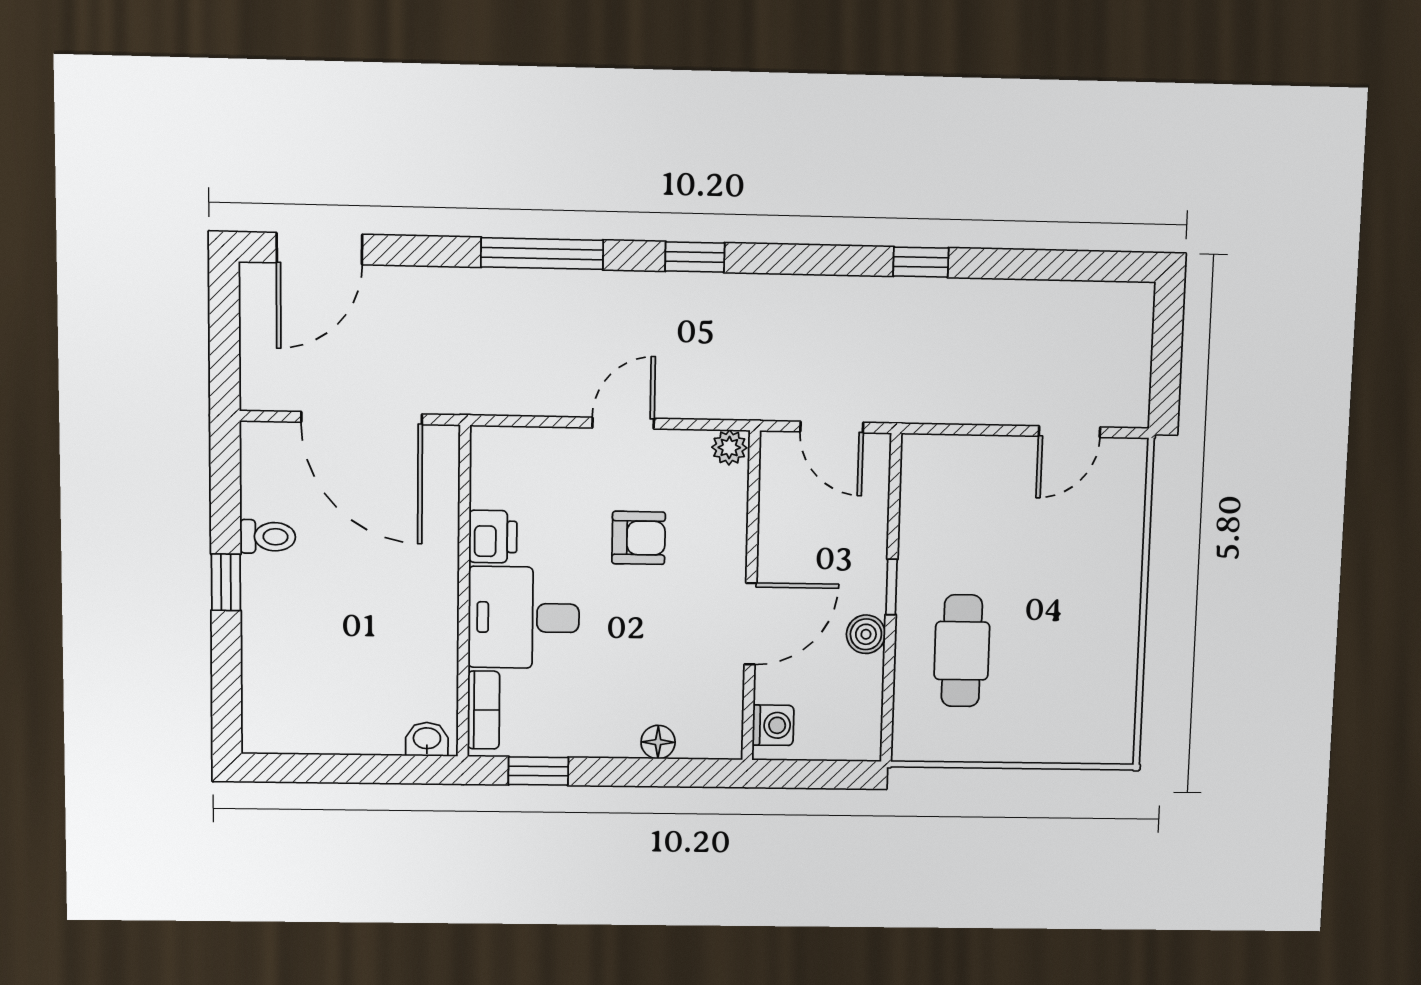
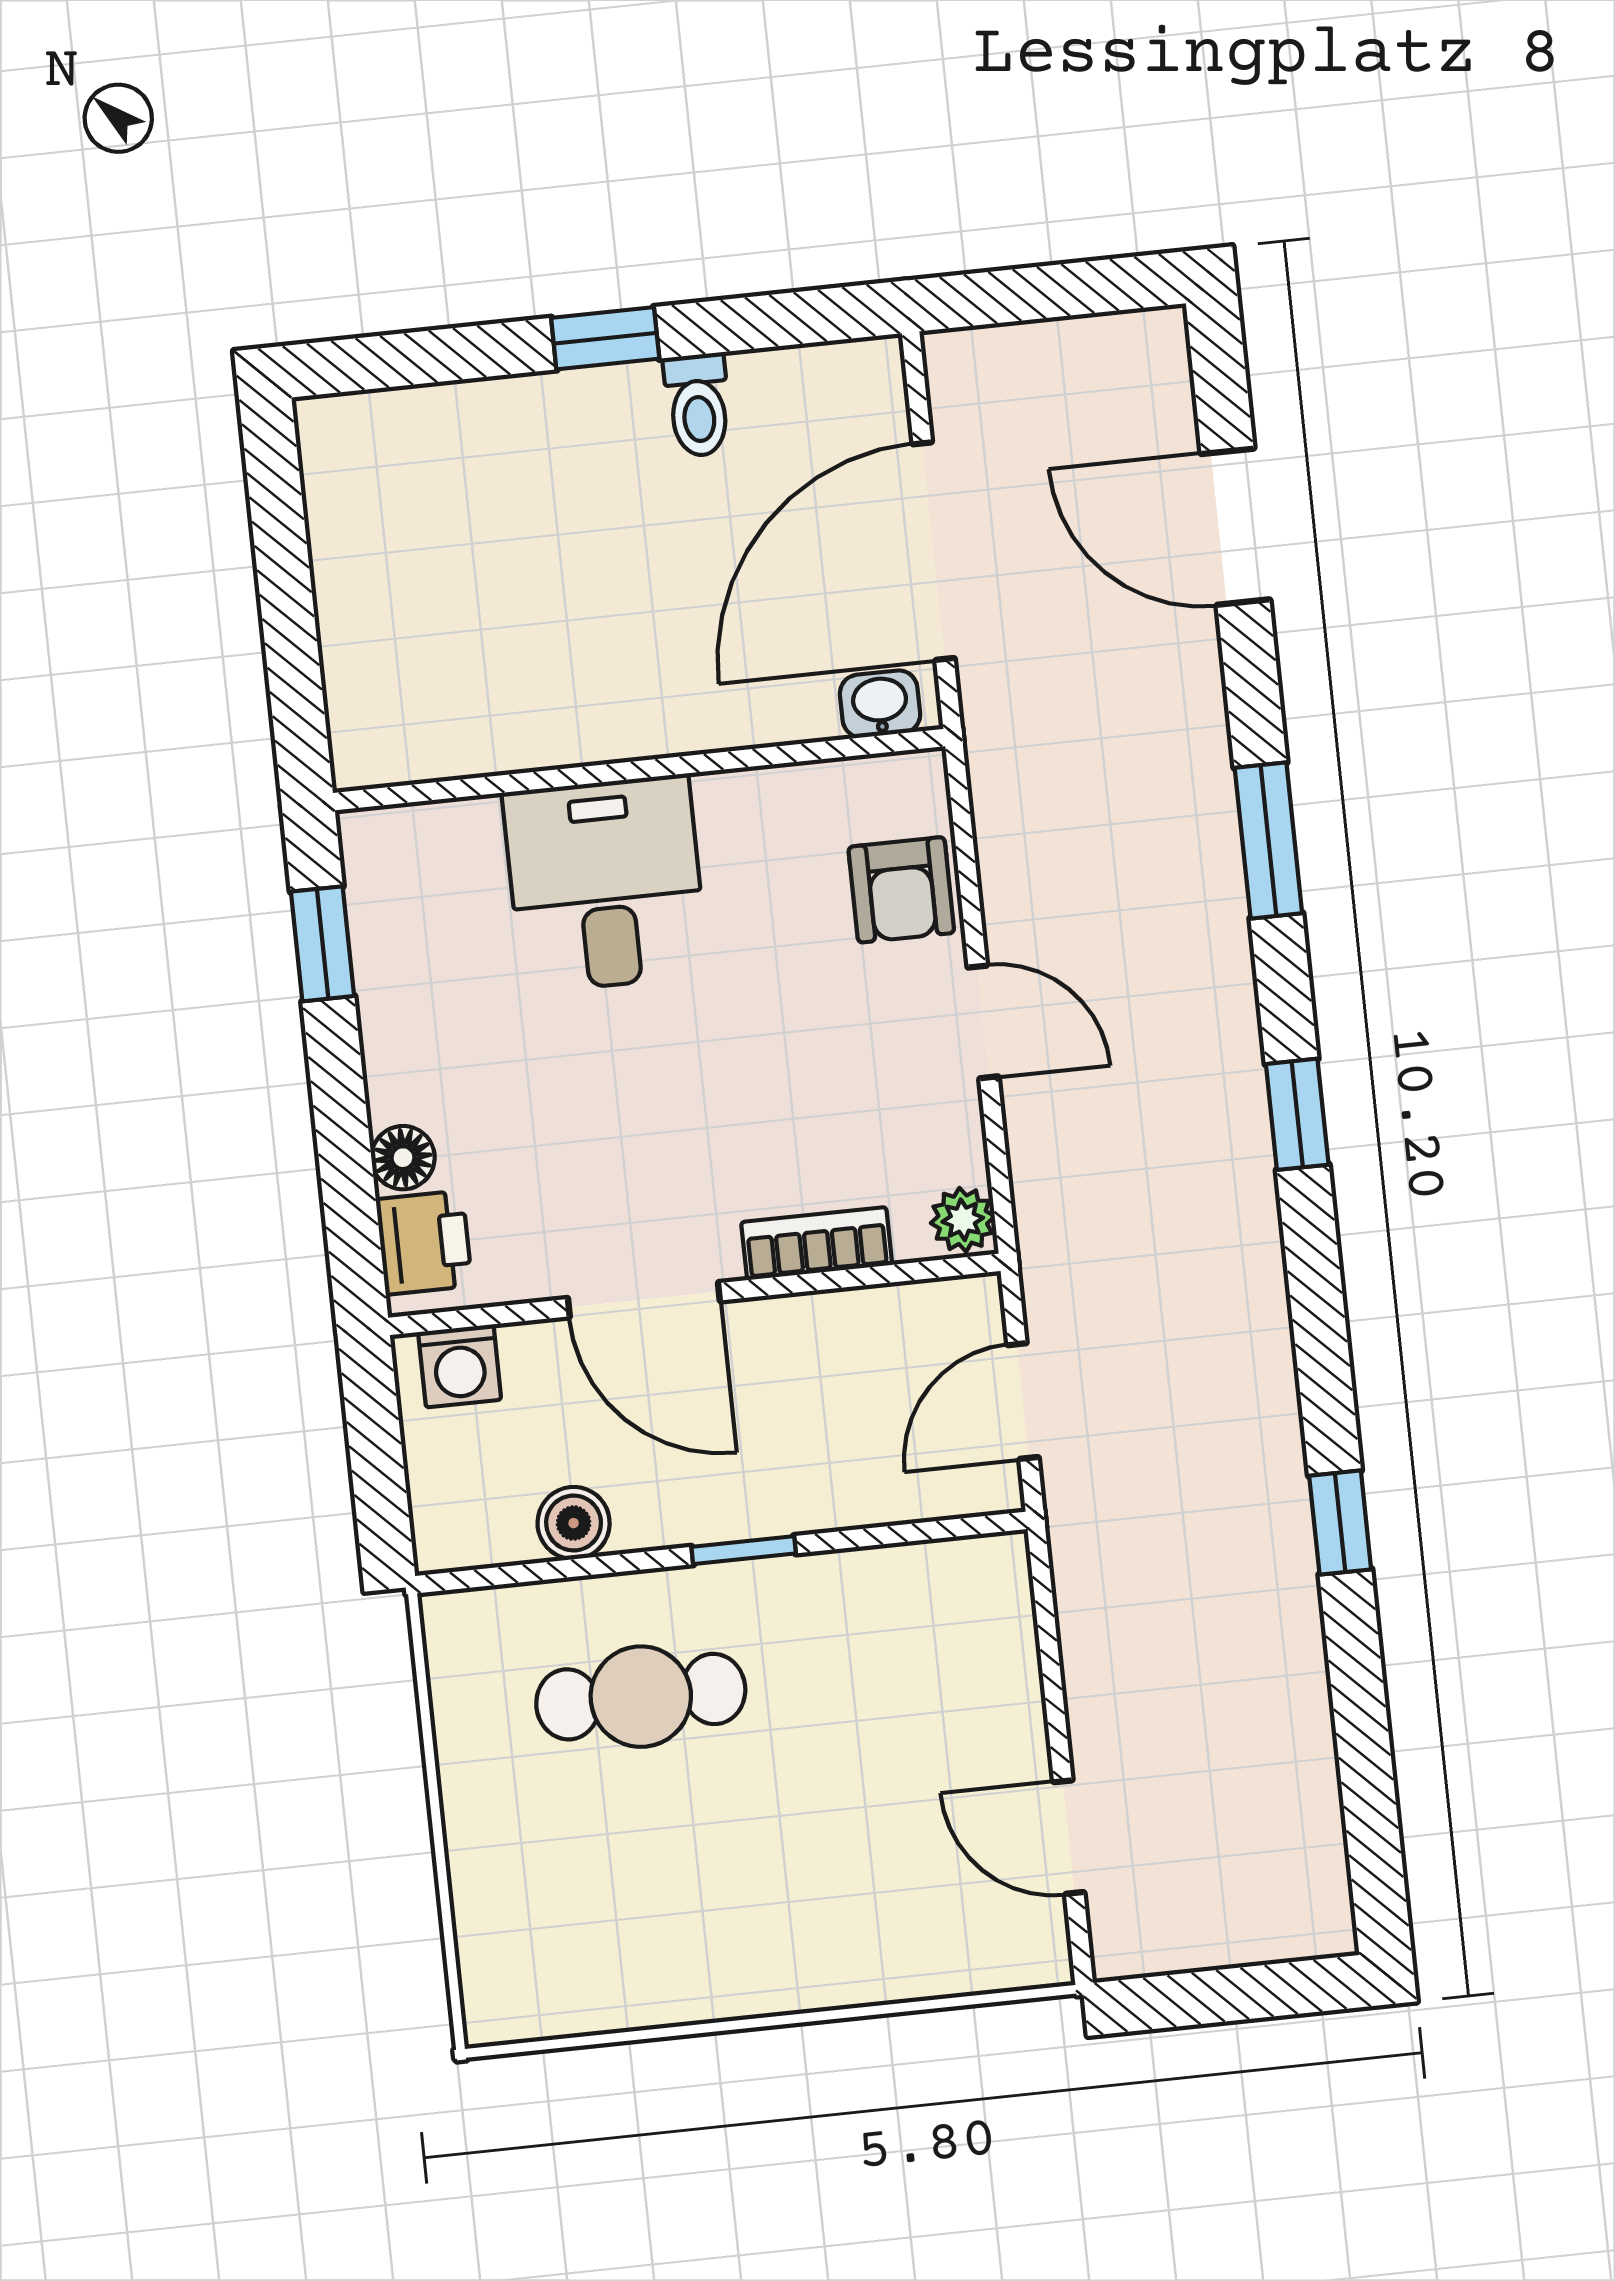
door: (319, 249) -> (1235, 527), moved
window: (542, 254) -> (1268, 840), width x0.69
printer: (493, 537) -> (424, 1243), moved, turned -90
armchair: (639, 538) -> (901, 890), moved
boiler: (866, 634) -> (574, 1523), moved
bookcase: (484, 710) -> (817, 1244), moved, turned 180
washbasin: (427, 739) -> (880, 704), moved, turned -90

